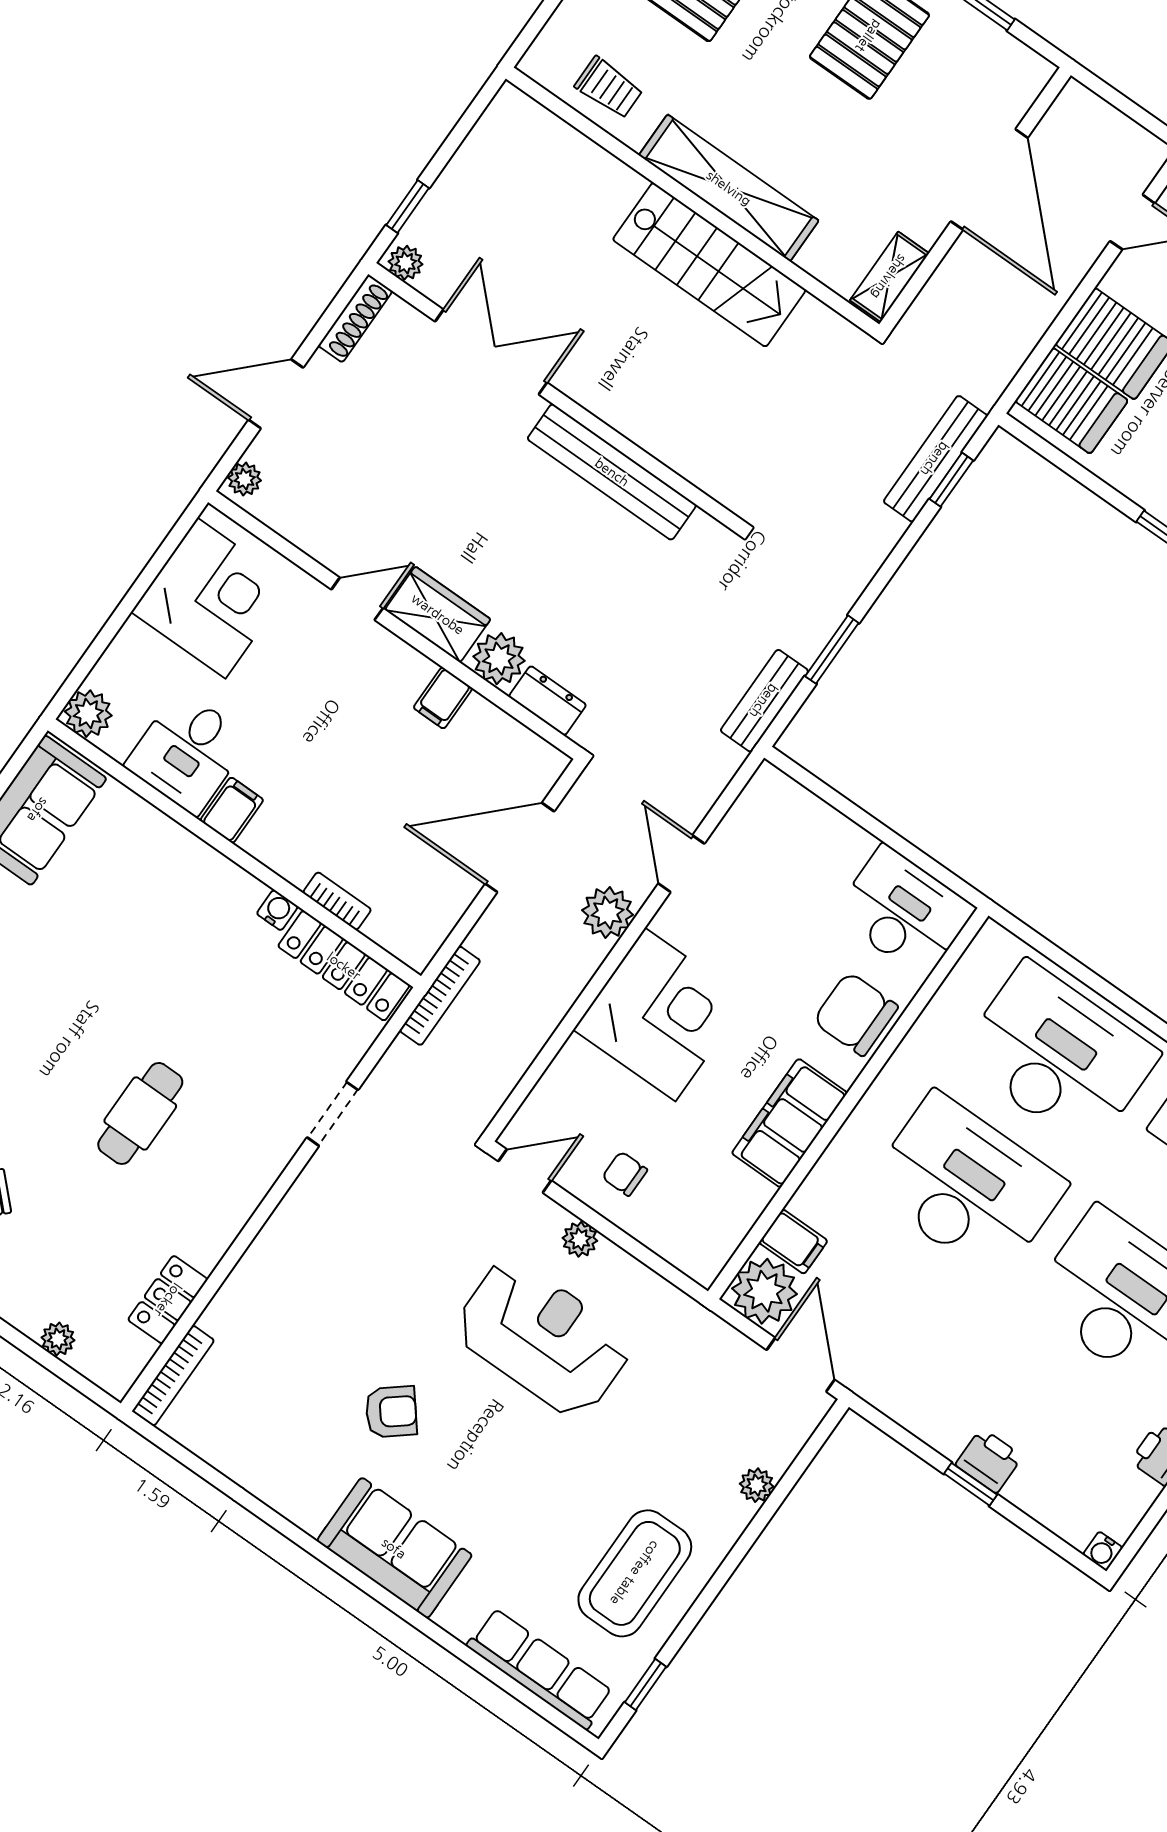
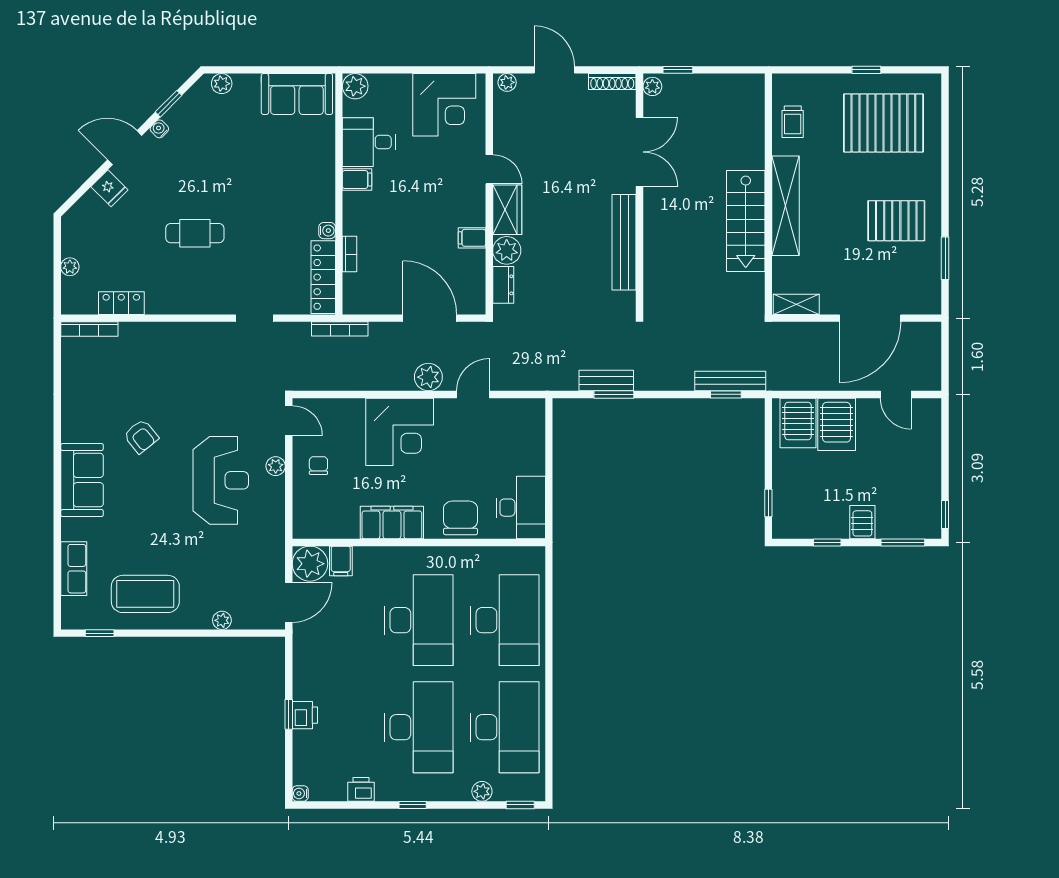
bench: (764, 701) -> (606, 381), moved
row of seats: (540, 1669) -> (74, 569), width x0.68

